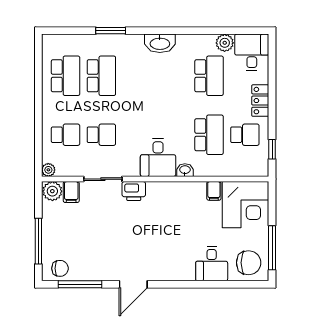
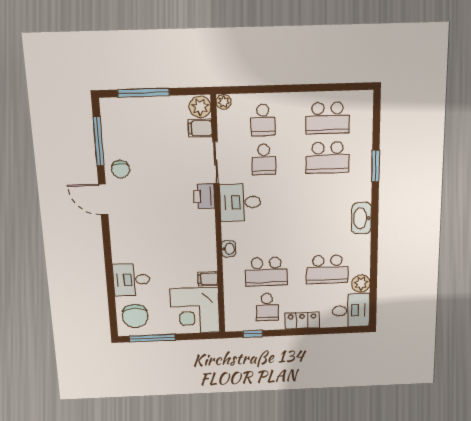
desk: (158, 158) -> (240, 202), moved
chair: (60, 268) -> (121, 169), moved

